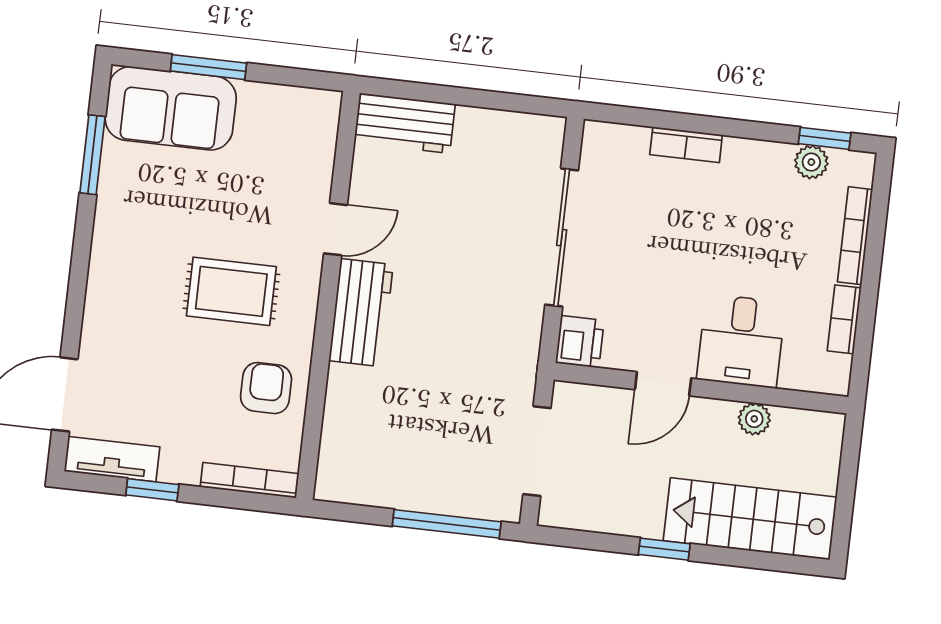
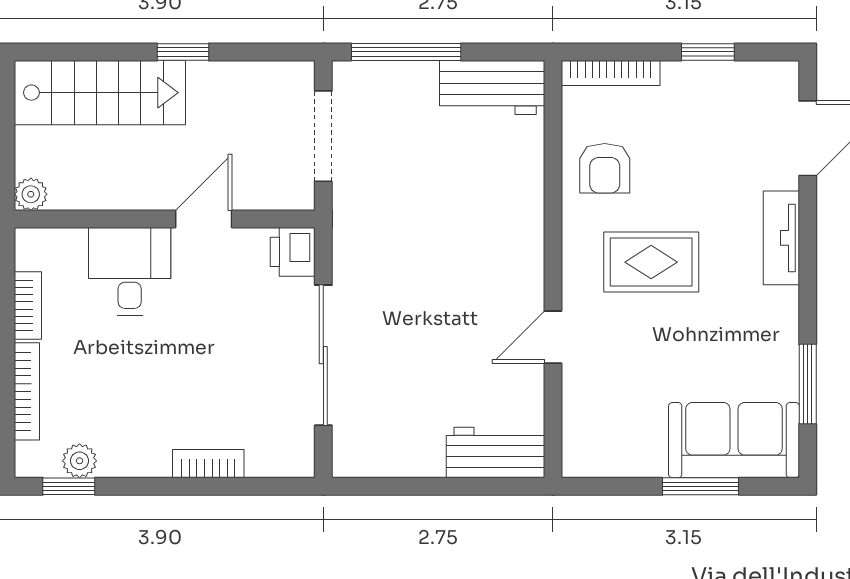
workbench: (361, 313) -> (492, 87), moved, turned -90
plant: (754, 419) -> (31, 194), moved
tv unit: (112, 459) -> (781, 238), moved, turned 90

